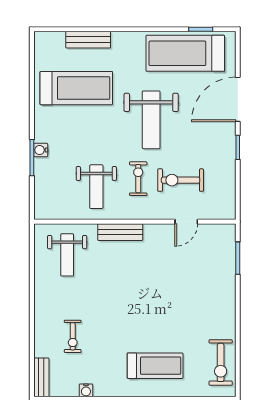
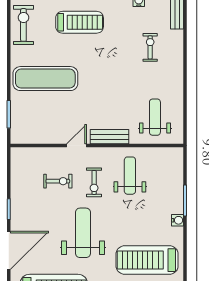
water cooler: (41, 150) -> (178, 220), moved
exercise bike: (181, 180) -> (58, 181), width x0.73, depth x0.72
door: (186, 222) -> (76, 146), moved
exercise mat: (195, 300) -> (45, 79), added
treadmill: (155, 366) -> (80, 22), turned 180

